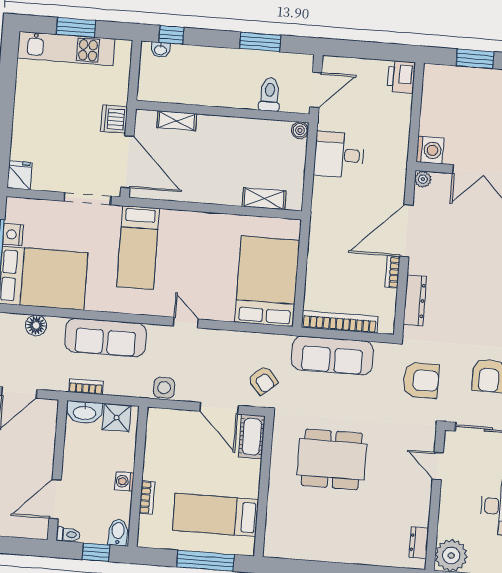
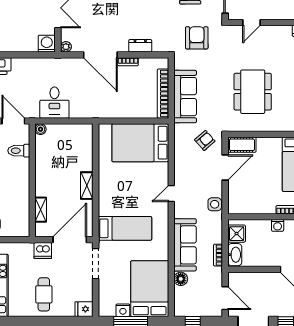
cafe table: (47, 116) -> (44, 294), added
shelving: (264, 199) -> (87, 186), moved
dresser: (415, 300) -> (140, 46), width x0.70
floor lamp: (36, 325) -> (181, 279), moved

